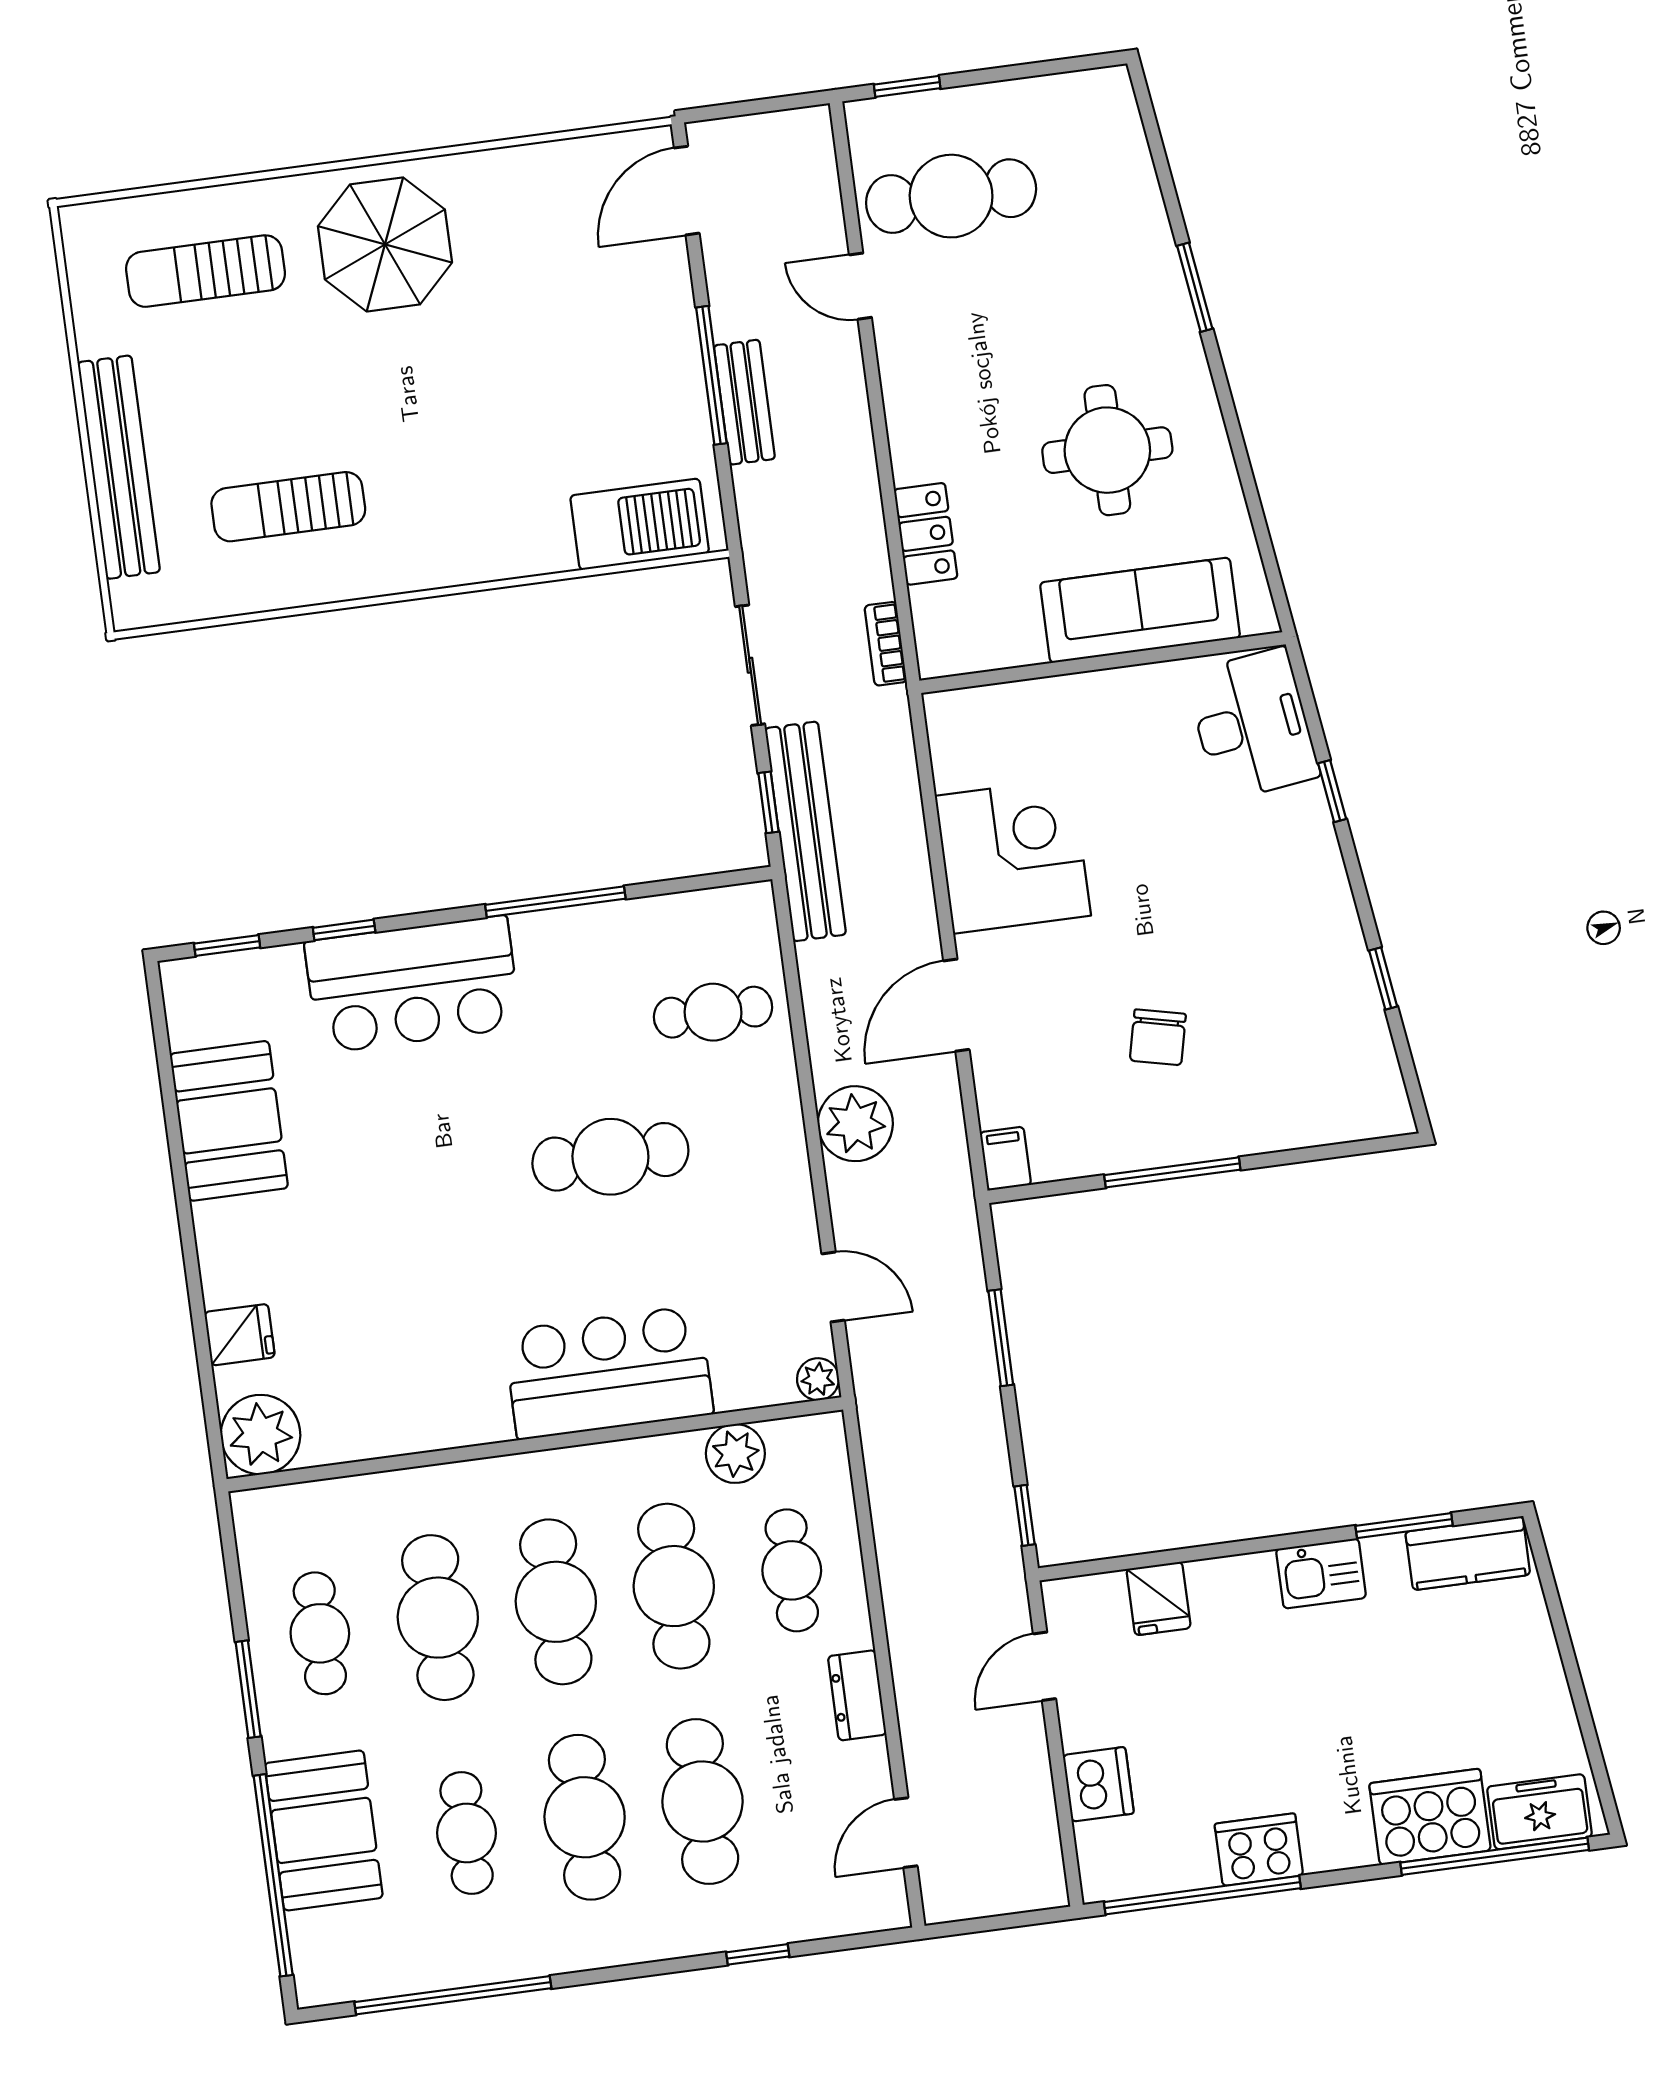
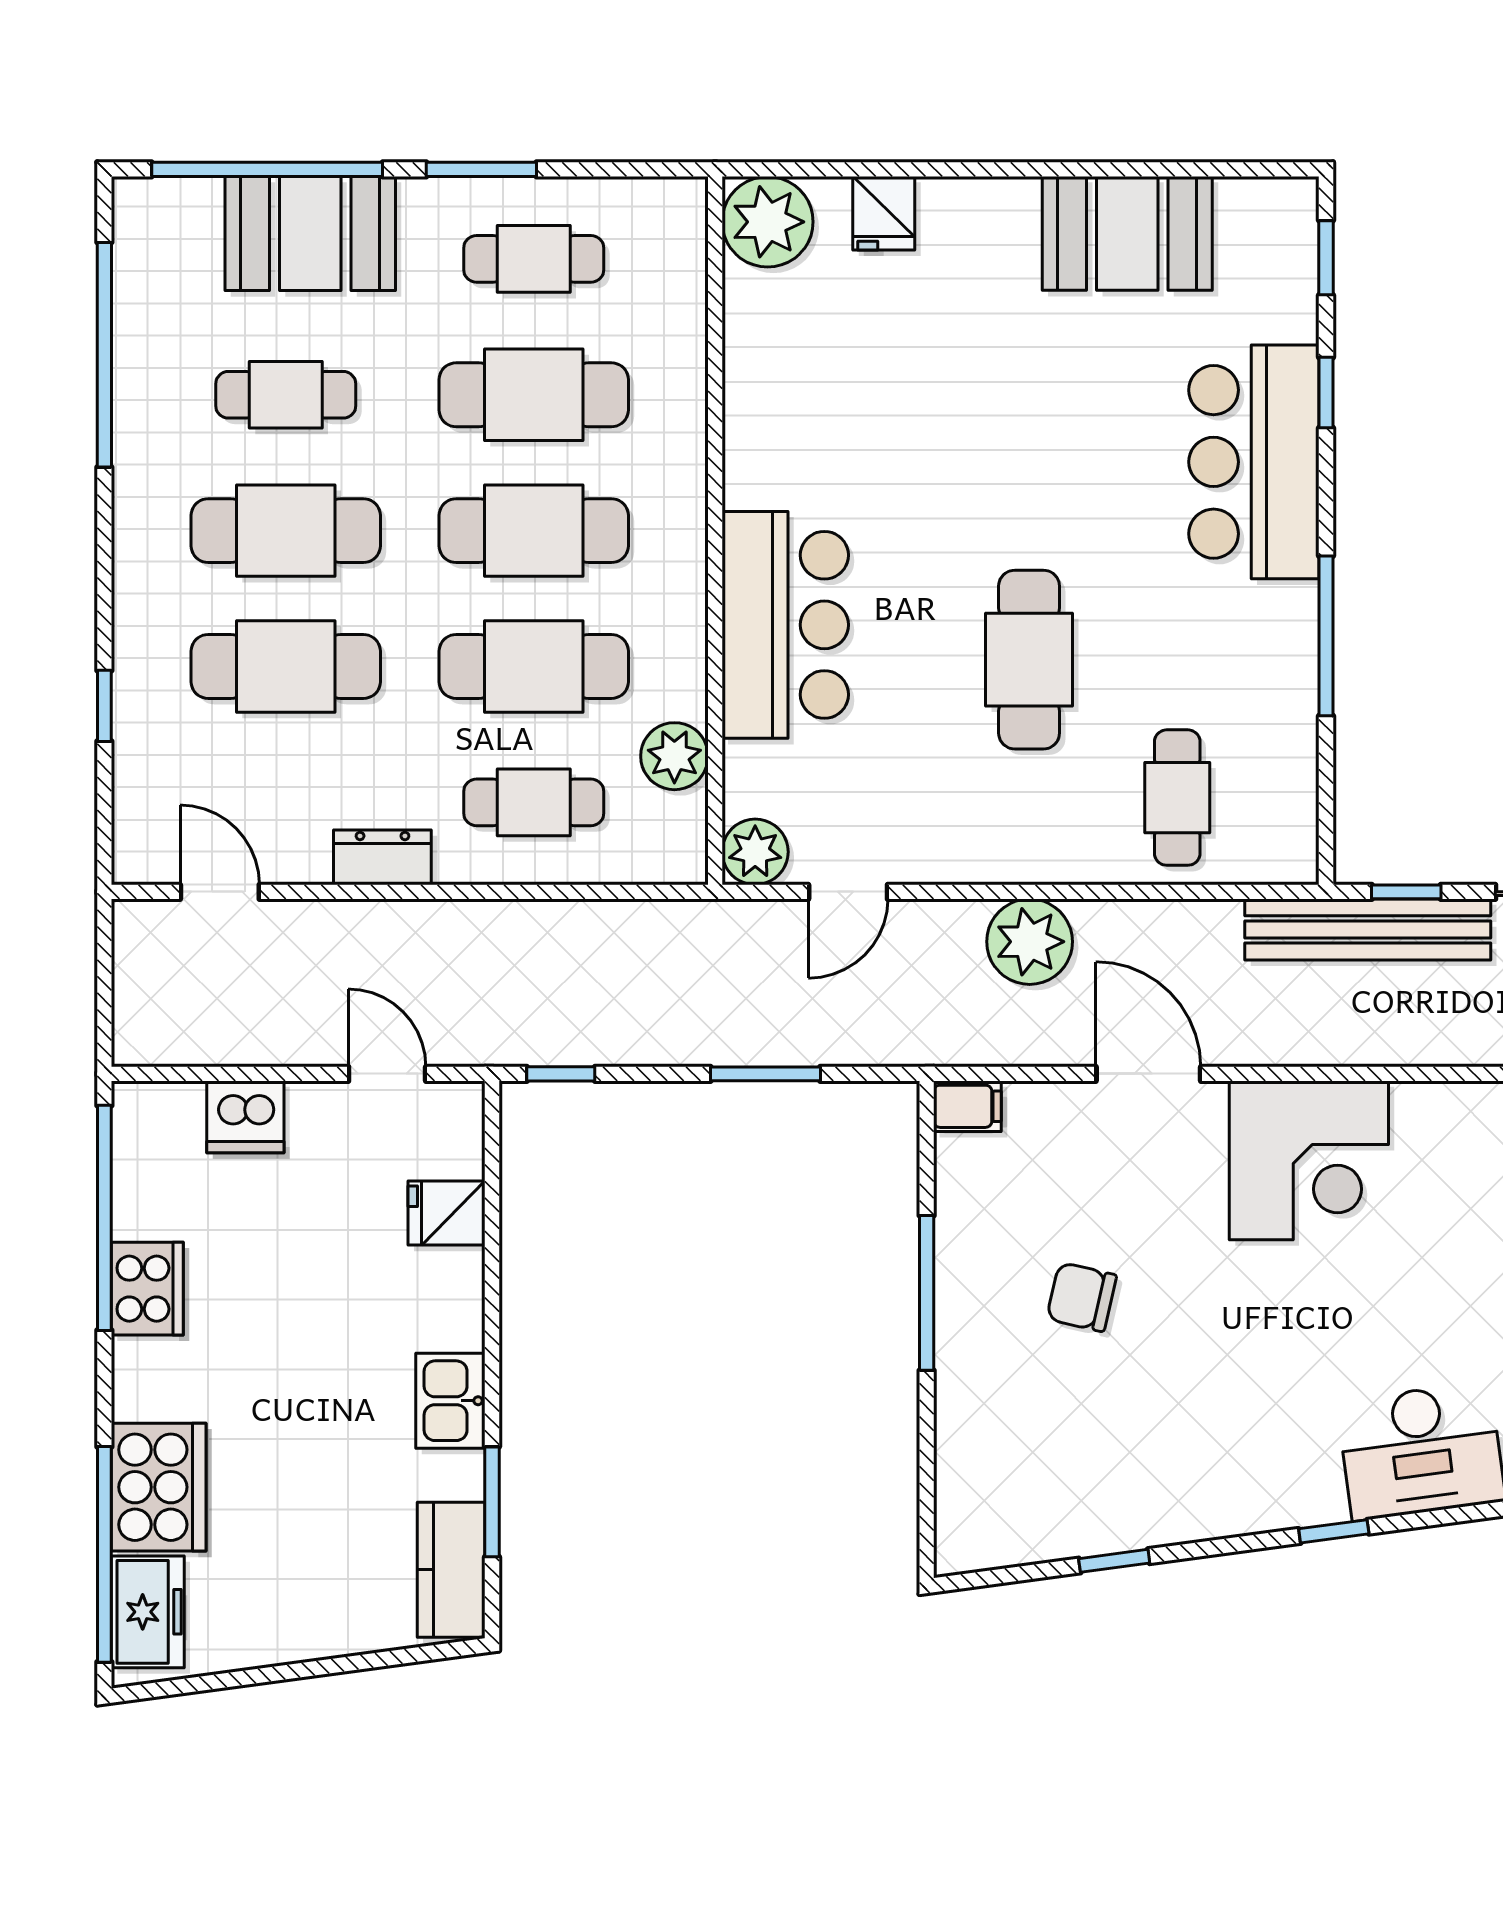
plant: (818, 1379) -> (755, 852), width x1.38, depth x1.38

